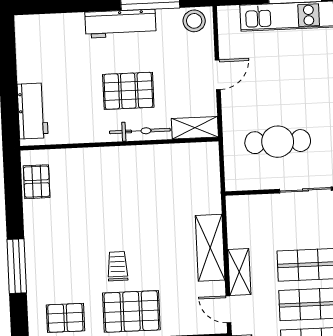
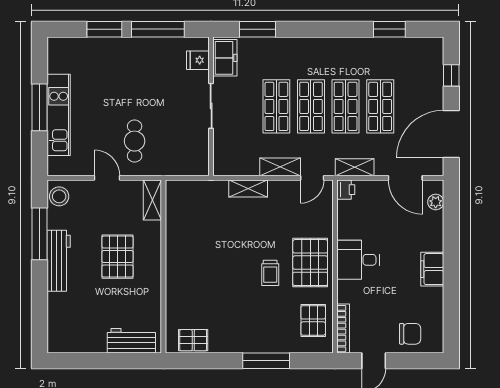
bicycle: (140, 131) -> (153, 248), removed
cafe table: (278, 142) -> (135, 141), moved, width x0.73, depth x0.74
shelving: (210, 248) -> (248, 188), width x0.67, depth x0.75
trolley: (118, 266) -> (270, 273), turned -90

